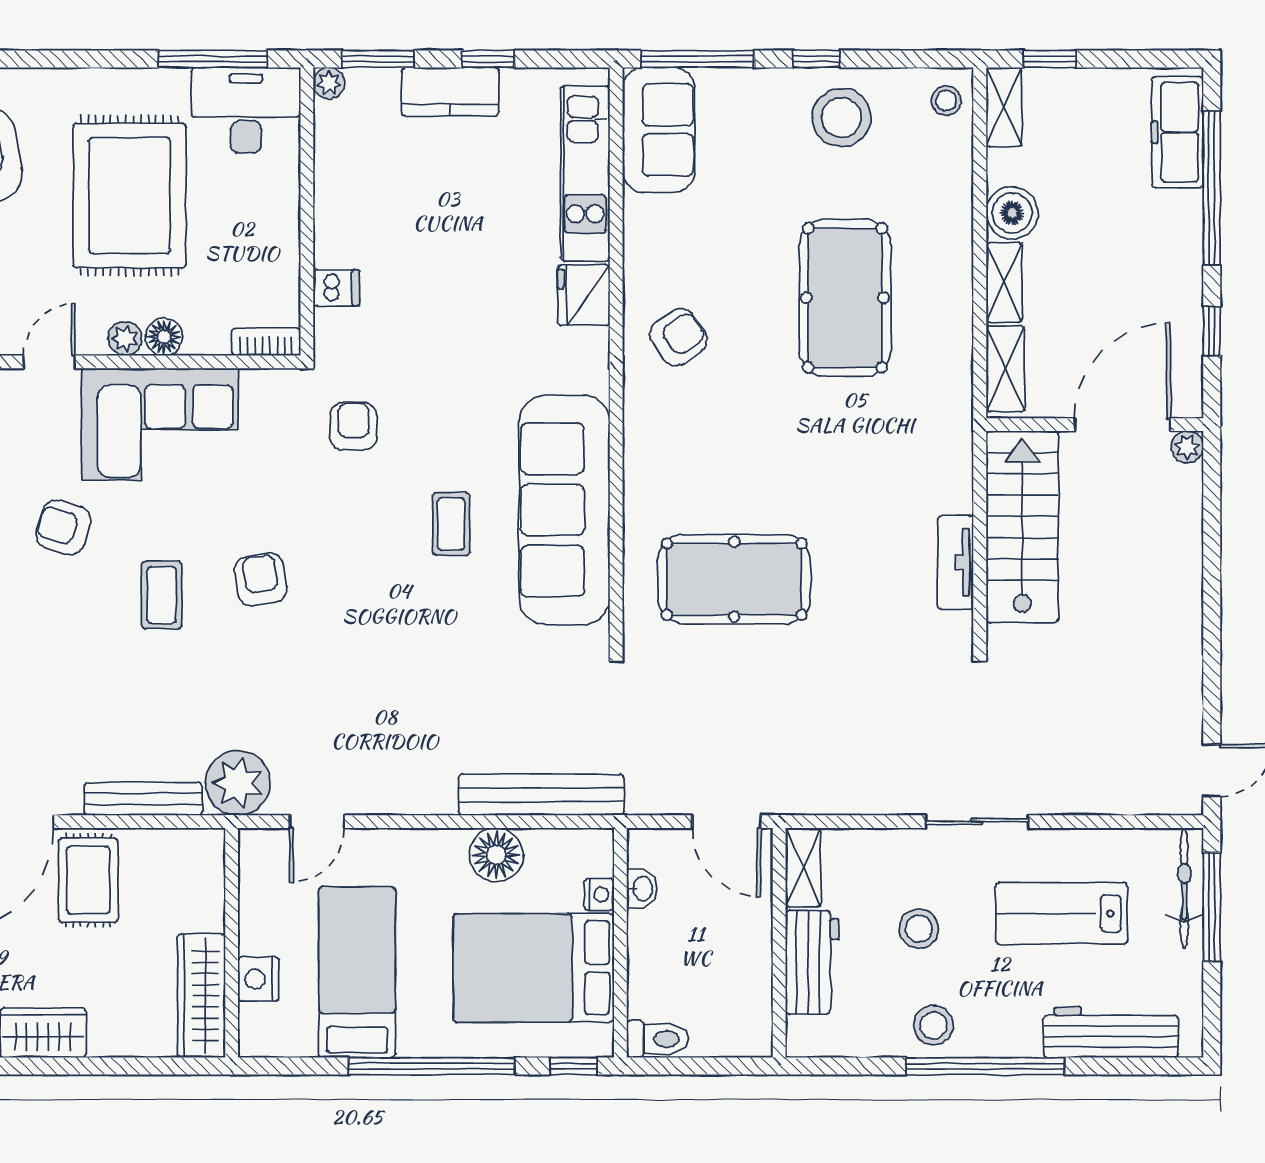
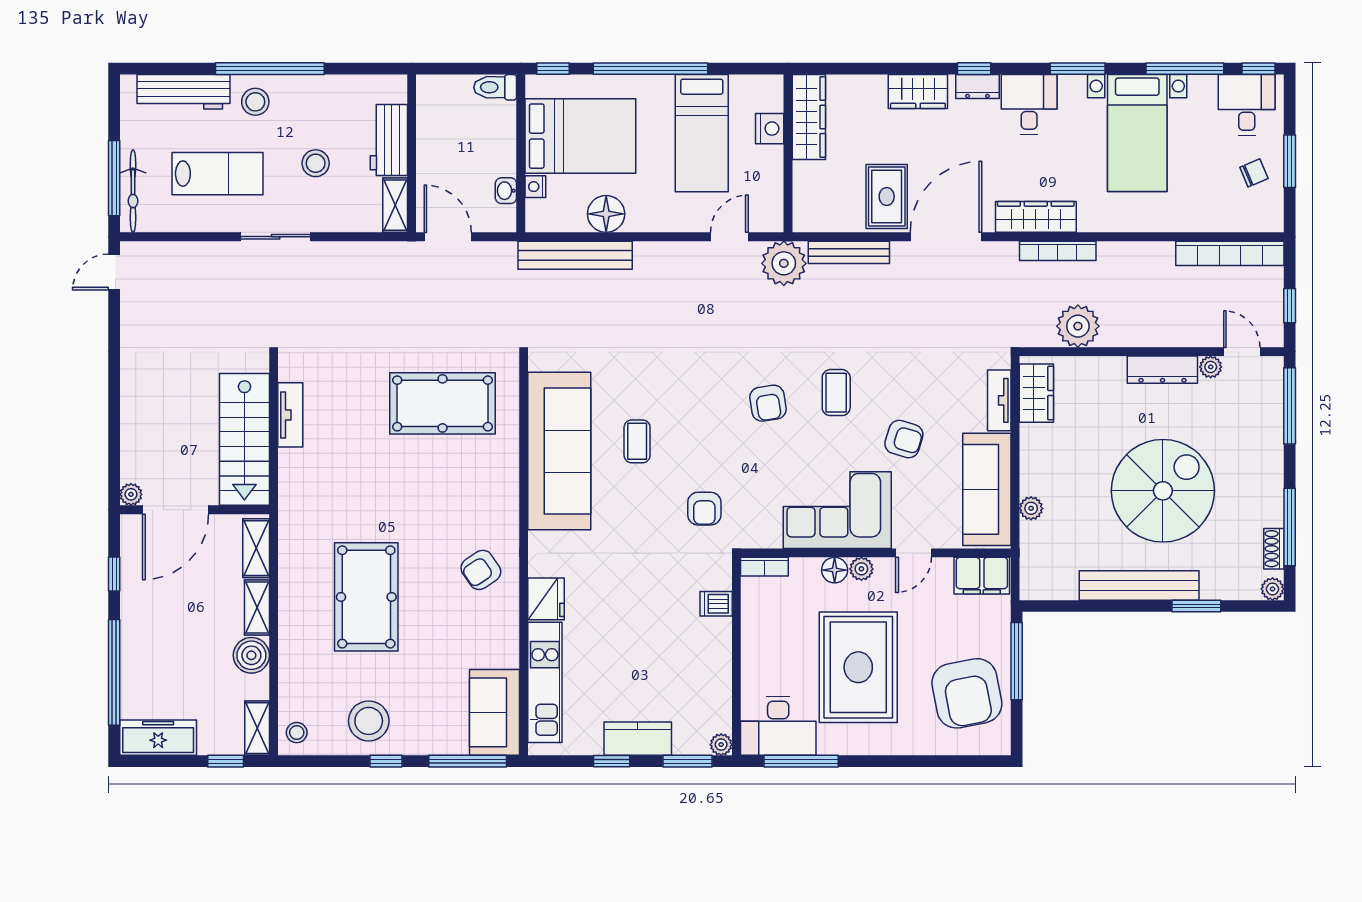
freezer: (1177, 132) -> (158, 738), moved, turned -90
stool: (933, 1025) -> (255, 102), moved

